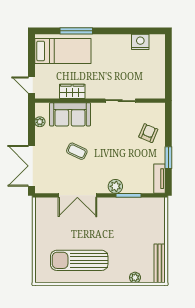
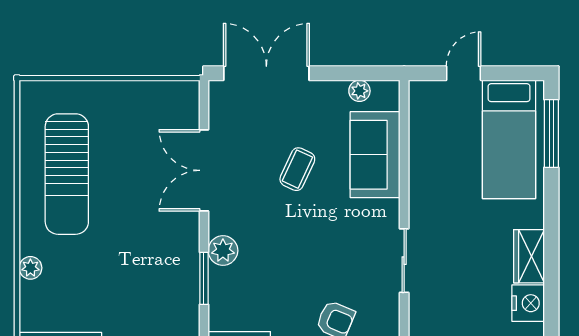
window: (76, 31) -> (551, 133), moved
door: (31, 85) -> (463, 73), moved
wardrobe: (72, 91) -> (529, 256), moved, turned 180
sun lounger: (79, 260) -> (67, 174), turned 180
plant: (135, 278) -> (30, 268), moved

